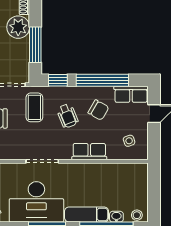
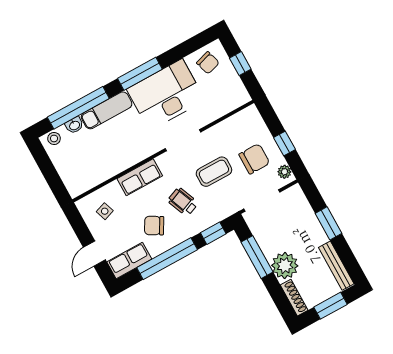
coffee table: (34, 107) -> (214, 172), moved, turned 90

